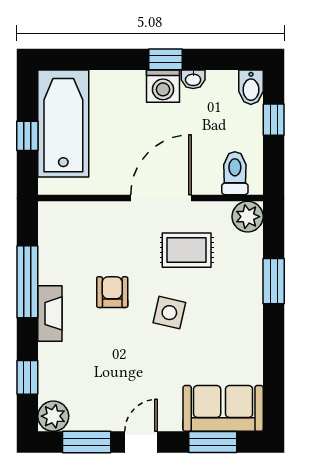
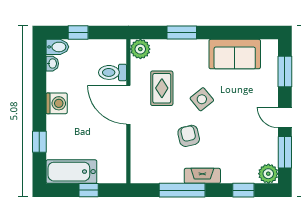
window: (165, 59) -> (39, 142), moved
washbasin: (193, 79) -> (52, 64), moved
bathtub: (63, 123) -> (71, 172), width x0.73, depth x0.73
toilet: (235, 173) -> (113, 72), moved
armchair: (112, 292) -> (189, 136), turned 77
side table: (169, 313) -> (202, 99), turned 38
sofa: (223, 408) -> (235, 54), moved, turned -90

